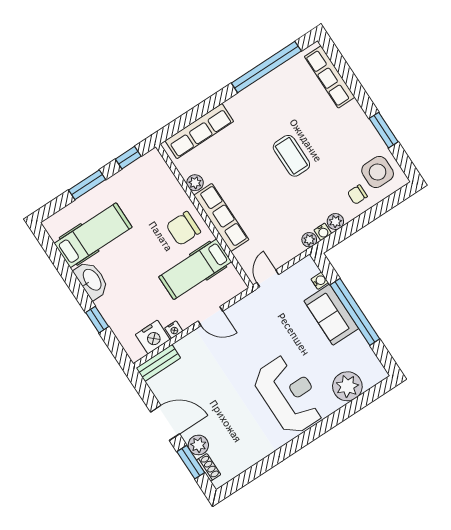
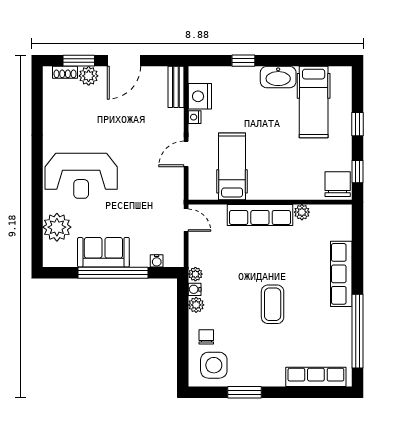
row of seats: (199, 131) -> (341, 274), moved
coffee table: (291, 156) -> (273, 304), turned 90
window: (87, 185) -> (358, 124), width x0.67
chair: (183, 229) -> (338, 184), moved
sofa: (331, 315) -> (103, 252), moved

